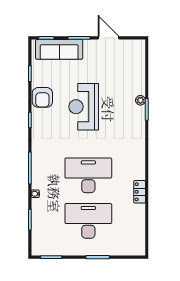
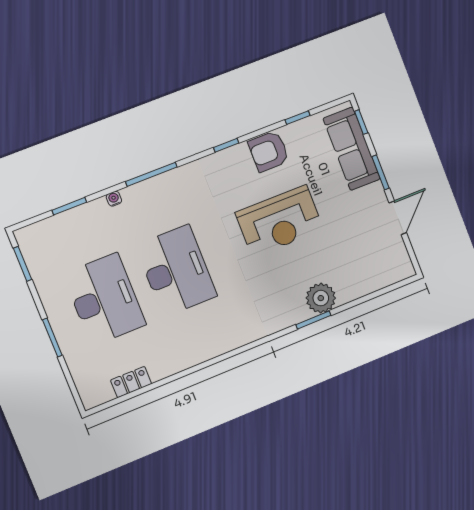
plant: (140, 100) -> (321, 298), width x1.88, depth x1.88
reception desk: (84, 107) -> (279, 221), turned 180
locker: (140, 192) -> (131, 382), moved

